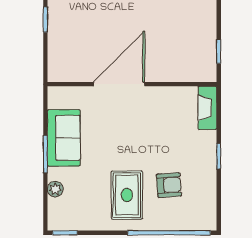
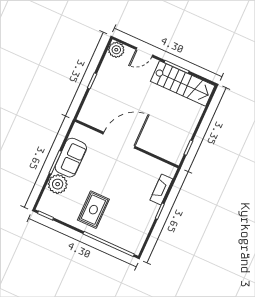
fireplace: (207, 108) -> (161, 189), moved
armchair: (169, 185) -> (122, 215), removed
plant: (55, 189) -> (58, 184), width x1.87, depth x1.87

